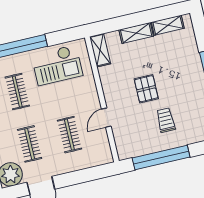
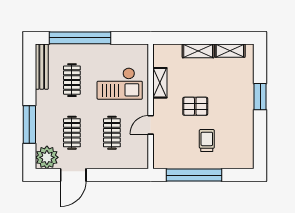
shelving: (100, 50) -> (160, 83), moved
checkout: (57, 65) -> (120, 84), moved
pallet: (146, 89) -> (195, 106), turned 90

